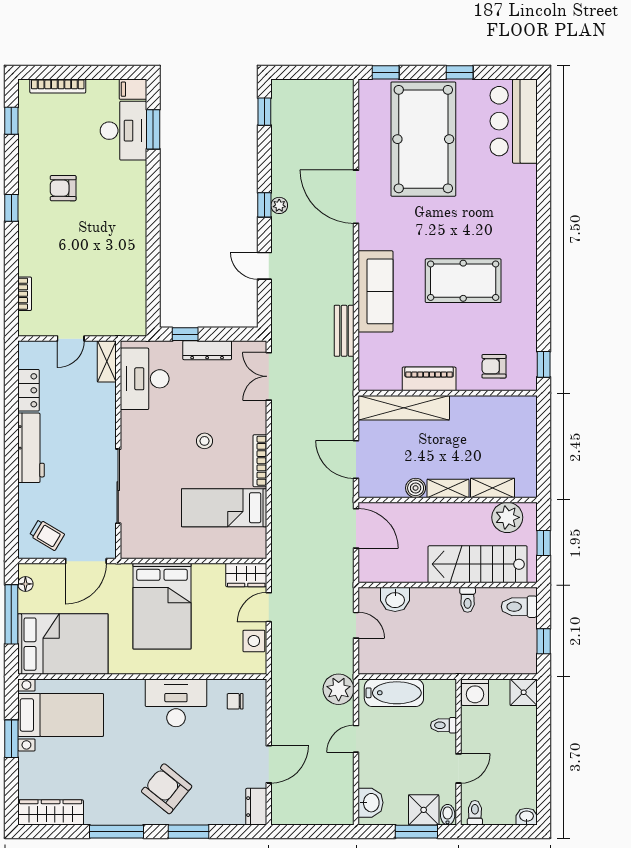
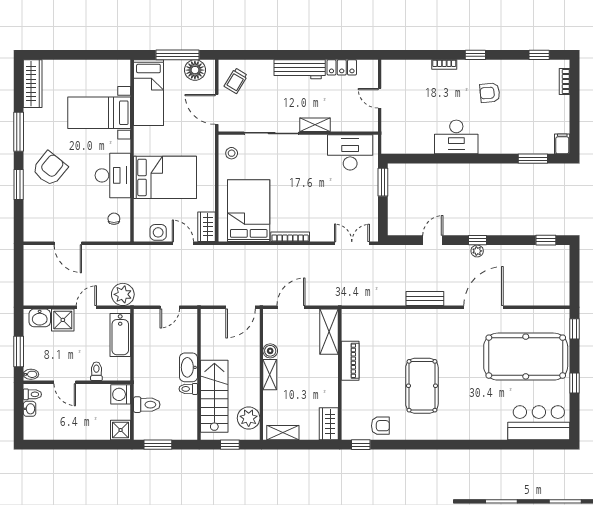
bookcase: (58, 86) -> (565, 81), width x0.64
desk: (123, 131) -> (456, 137), moved
armchair: (63, 188) -> (490, 93), turned -95
sofa: (376, 291) -> (414, 322), removed
bookcase: (25, 294) -> (444, 65), moved
bench: (344, 331) -> (425, 298), moved
window: (185, 334) -> (383, 182), width x1.50
dresser: (207, 350) -> (371, 198), removed
shelving: (107, 361) -> (315, 125), moved
armchair: (494, 366) -> (380, 426), moved, turned 90
shelving: (404, 408) -> (329, 332), width x0.68
wardrobe: (515, 408) -> (329, 424), added
stool: (205, 441) -> (232, 153), moved
shelving: (492, 488) -> (283, 433), moved, turned 90
bed: (224, 508) -> (249, 211), width x1.50
floor lamp: (25, 584) -> (195, 70), width x1.89, depth x1.89
washbasin: (395, 599) -> (189, 367), moved, width x1.38
bed: (162, 606) -> (165, 177), moved, turned 180
toilet: (519, 607) -> (147, 405), moved, turned 90
window: (544, 641) -> (158, 445), width x1.50
bed: (63, 644) -> (148, 93), width x0.67
bed with nightstands: (61, 715) -> (99, 113), moved, turned 90
window: (11, 739) -> (87, 55), removed
door: (356, 739) -> (86, 307), hinge flipped
dresser: (256, 807) -> (37, 234), removed
shower: (424, 810) -> (63, 320), moved
washbasin: (527, 817) -> (30, 409), moved

